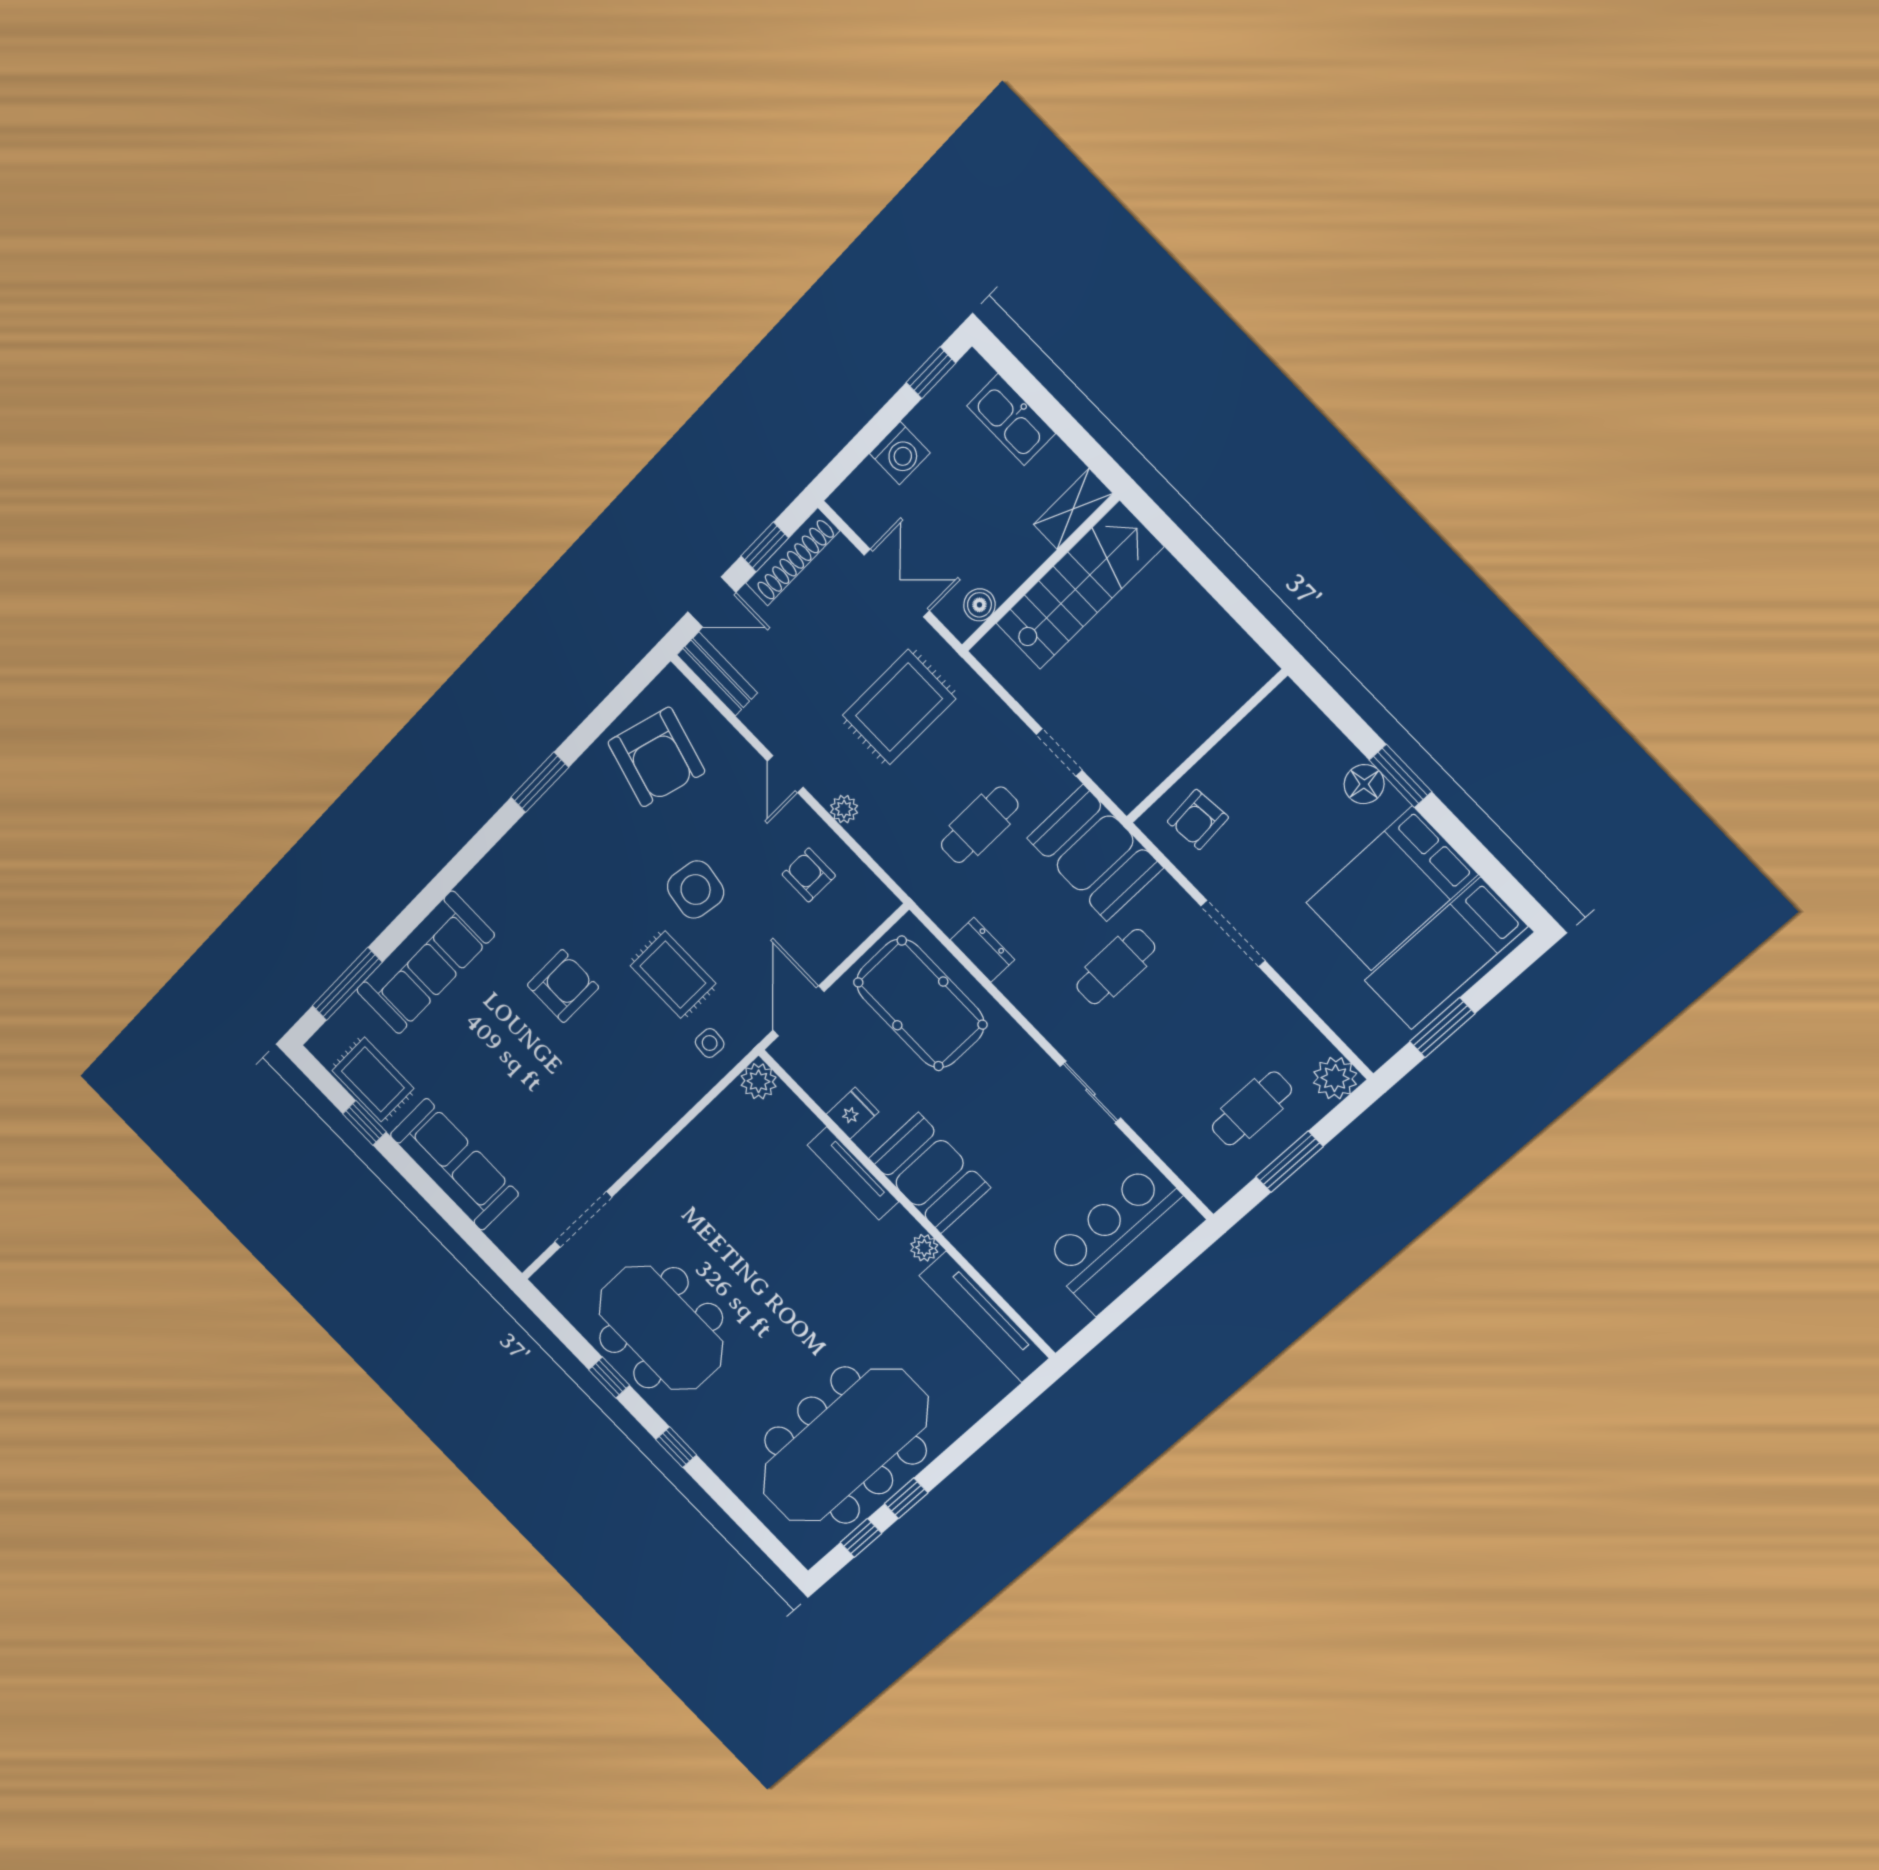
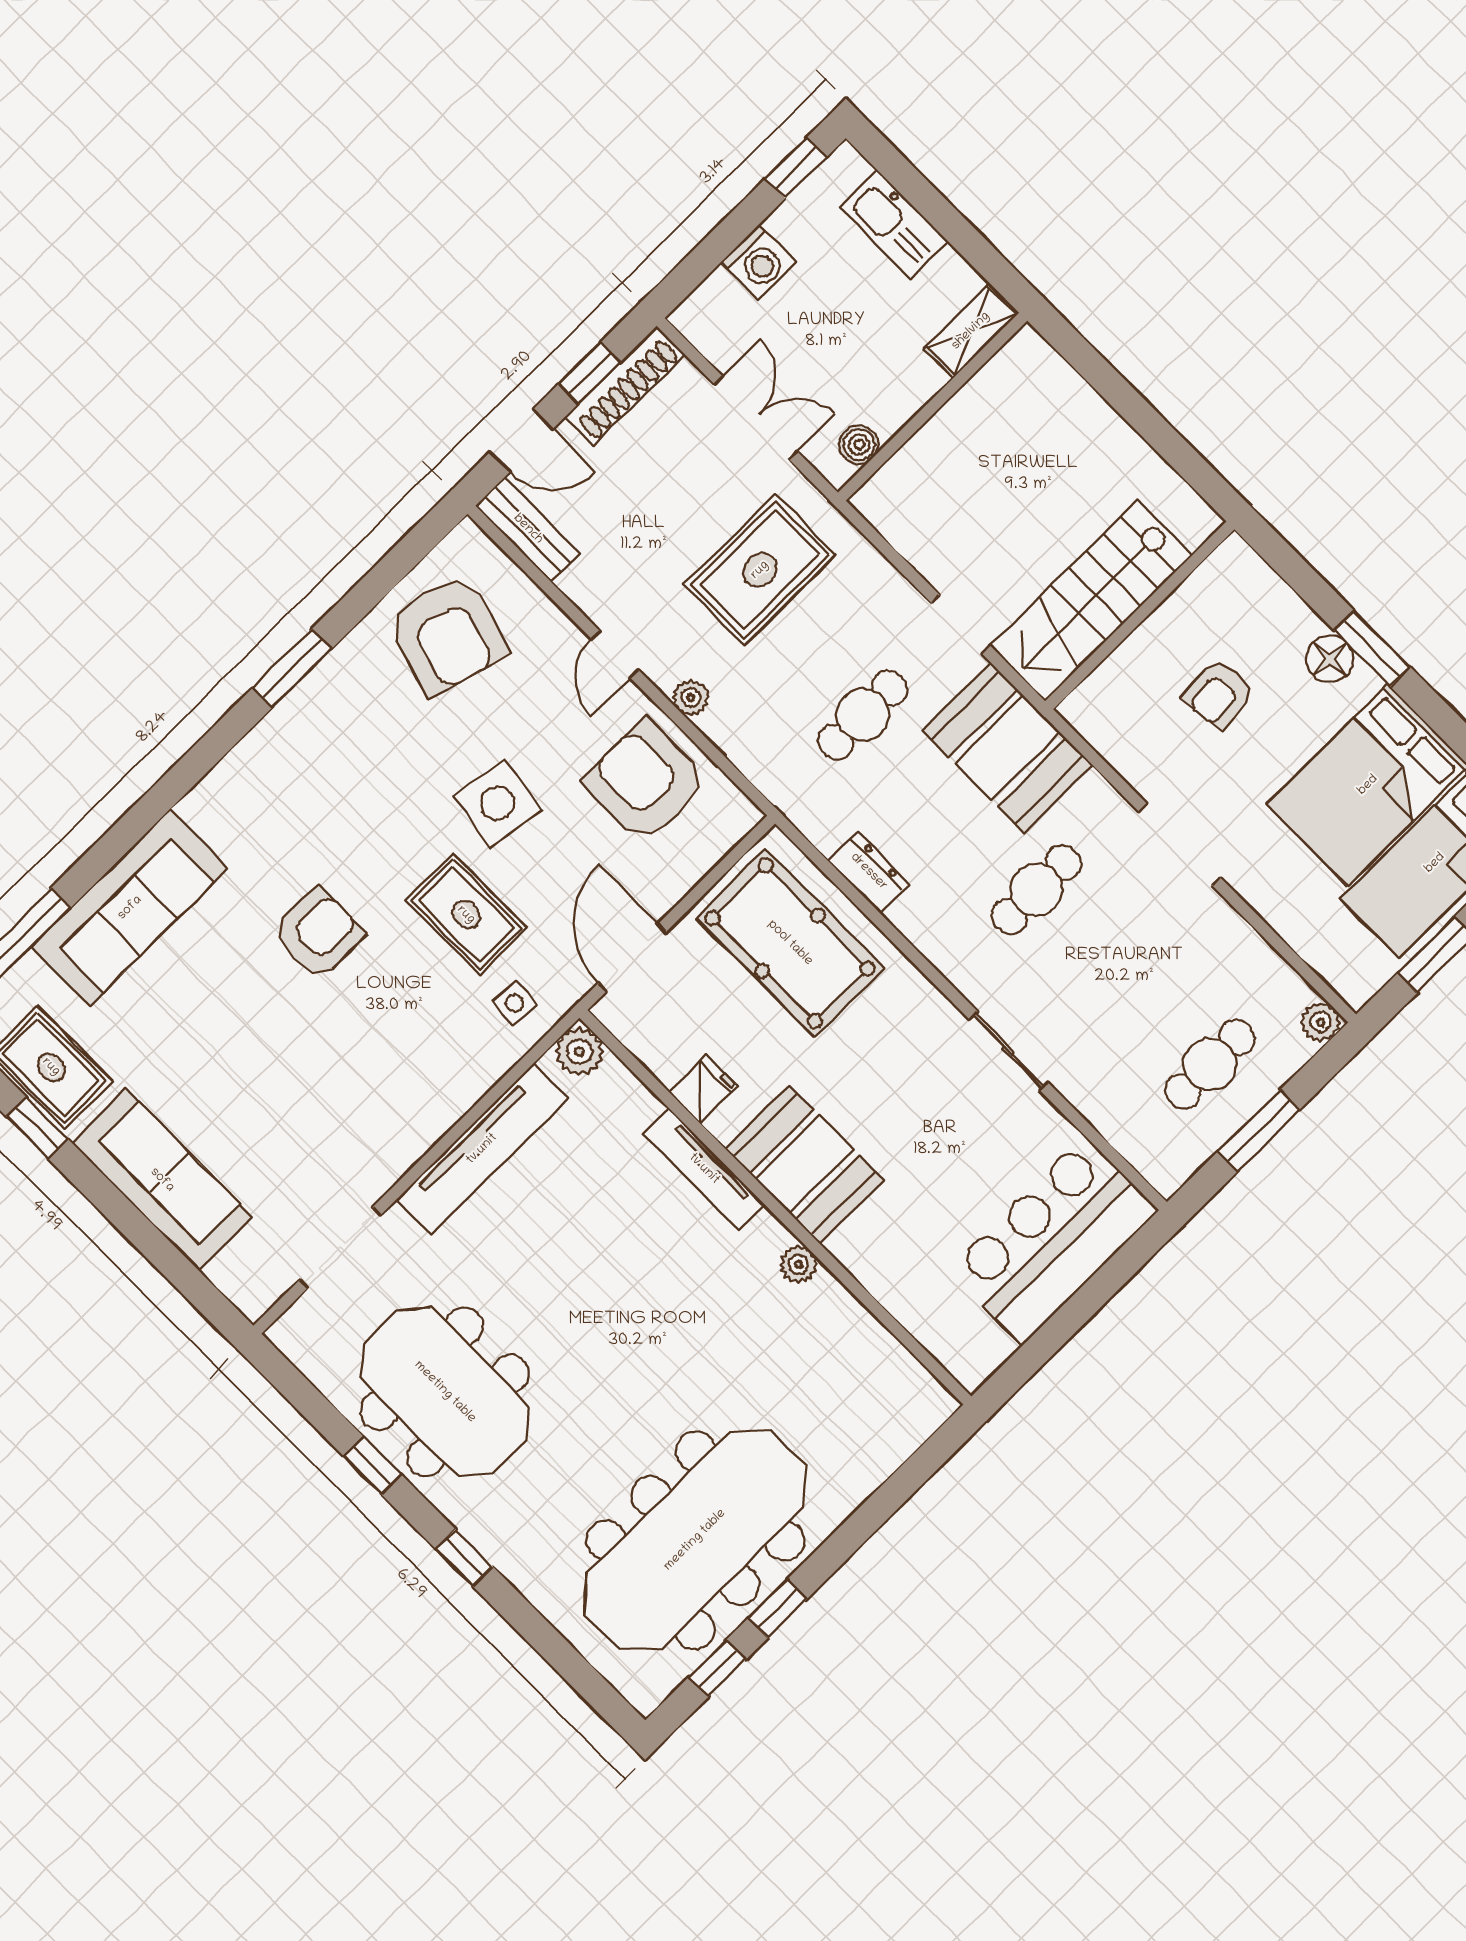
stairs: (1079, 585) -> (1091, 601), moved, turned 180
armchair: (1198, 820) -> (1218, 694), moved
armchair: (809, 875) -> (645, 782), width x1.88, depth x1.88
plant: (1335, 1078) -> (1321, 1022), width x0.73, depth x0.73
tv unit: (984, 1317) -> (482, 1149), moved, turned -90

